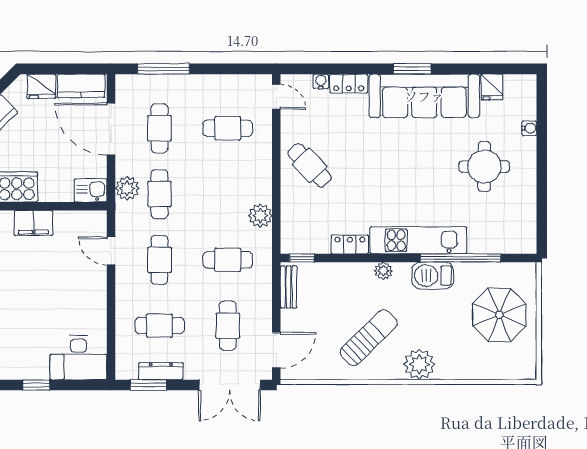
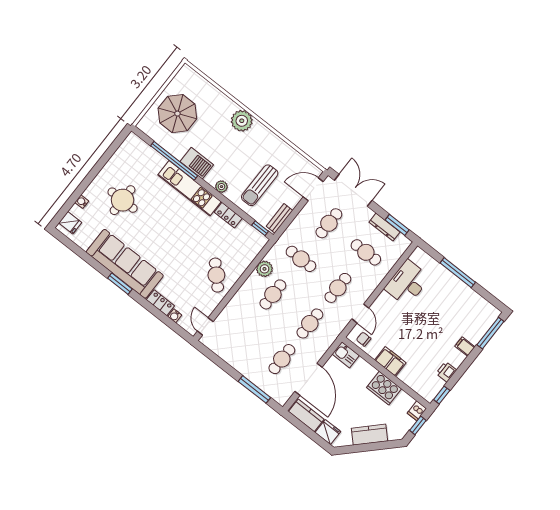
fridge: (492, 87) -> (70, 223), moved, turned 90
cafe table: (228, 128) -> (273, 294), moved, turned 90
plant: (127, 188) -> (325, 340), removed
chair: (84, 224) -> (364, 339), added
sun lounger: (369, 338) -> (260, 185), moved, turned -46
desk: (78, 358) -> (407, 283), moved, turned -90
window: (36, 385) -> (458, 273), width x2.17

